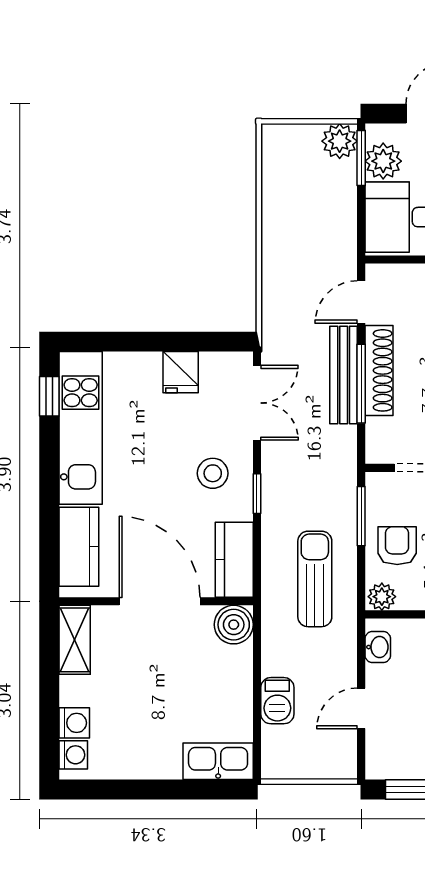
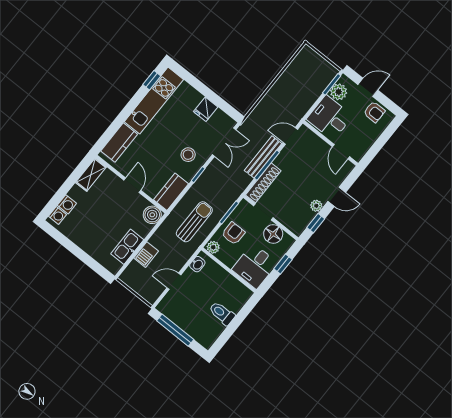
plant: (340, 141) -> (329, 72), removed
shoe rack: (379, 370) -> (263, 183), moved
door: (160, 601) -> (132, 185), width x0.53
kitchen sink: (218, 761) -> (127, 247), moved, turned -90

